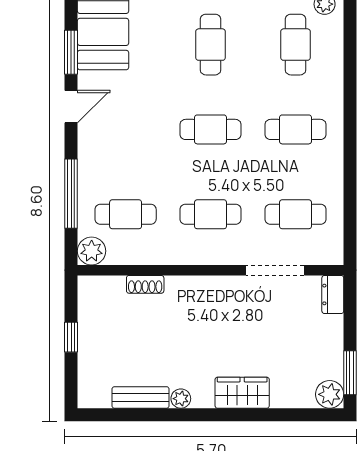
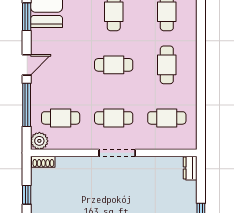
door: (71, 107) -> (27, 65), moved
cafe table: (295, 129) -> (167, 65), turned 90
doorway: (275, 270) -> (117, 153), moved
shoe rack: (145, 284) -> (43, 162), moved

